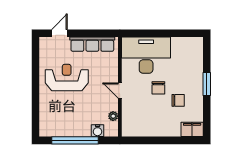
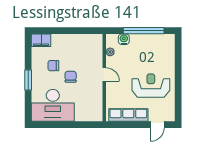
desk: (146, 55) -> (53, 105), moved
reception desk: (67, 78) -> (151, 86), turned 180

